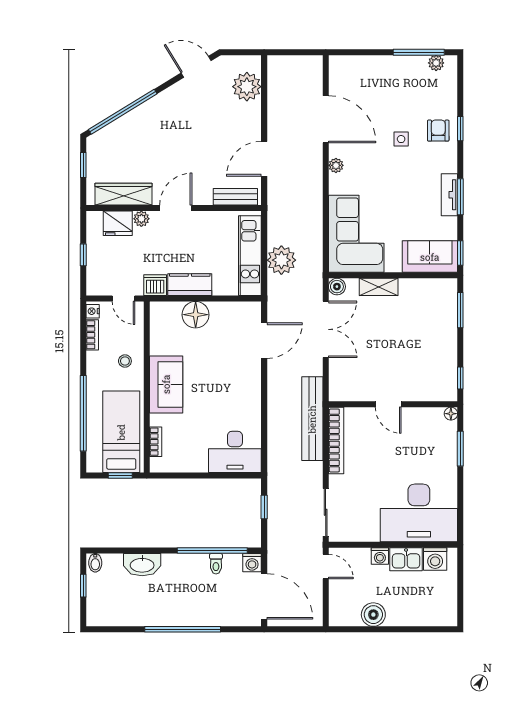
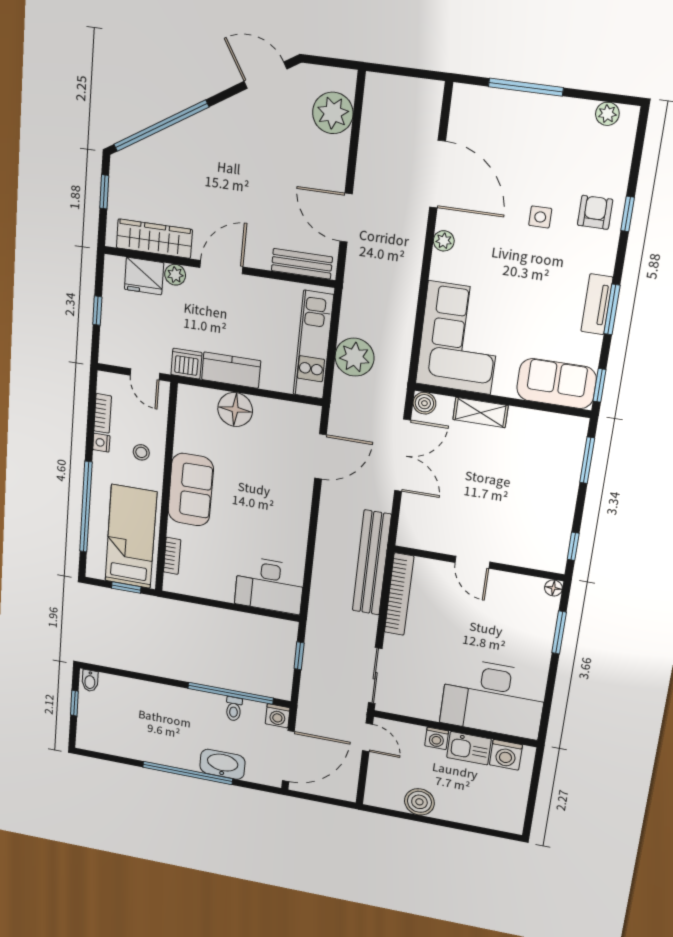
window: (419, 52) -> (526, 87), moved
door: (264, 159) -> (346, 218), hinge flipped
nightstand: (93, 311) -> (101, 443), moved
washbasin: (142, 565) -> (222, 764), moved, turned 180
door: (264, 596) -> (288, 756), hinge flipped

